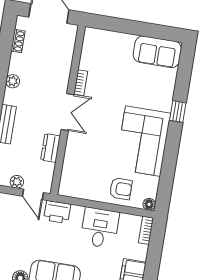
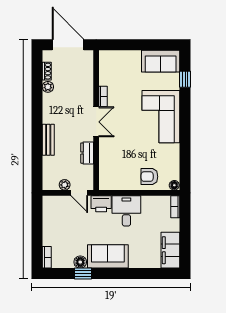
plant: (13, 81) -> (48, 87), moved
window: (178, 112) -> (185, 79), moved
corner sofa: (143, 141) -> (161, 117), moved
armchair: (121, 189) -> (149, 177), turned 180
desk: (100, 228) -> (126, 211), moved

